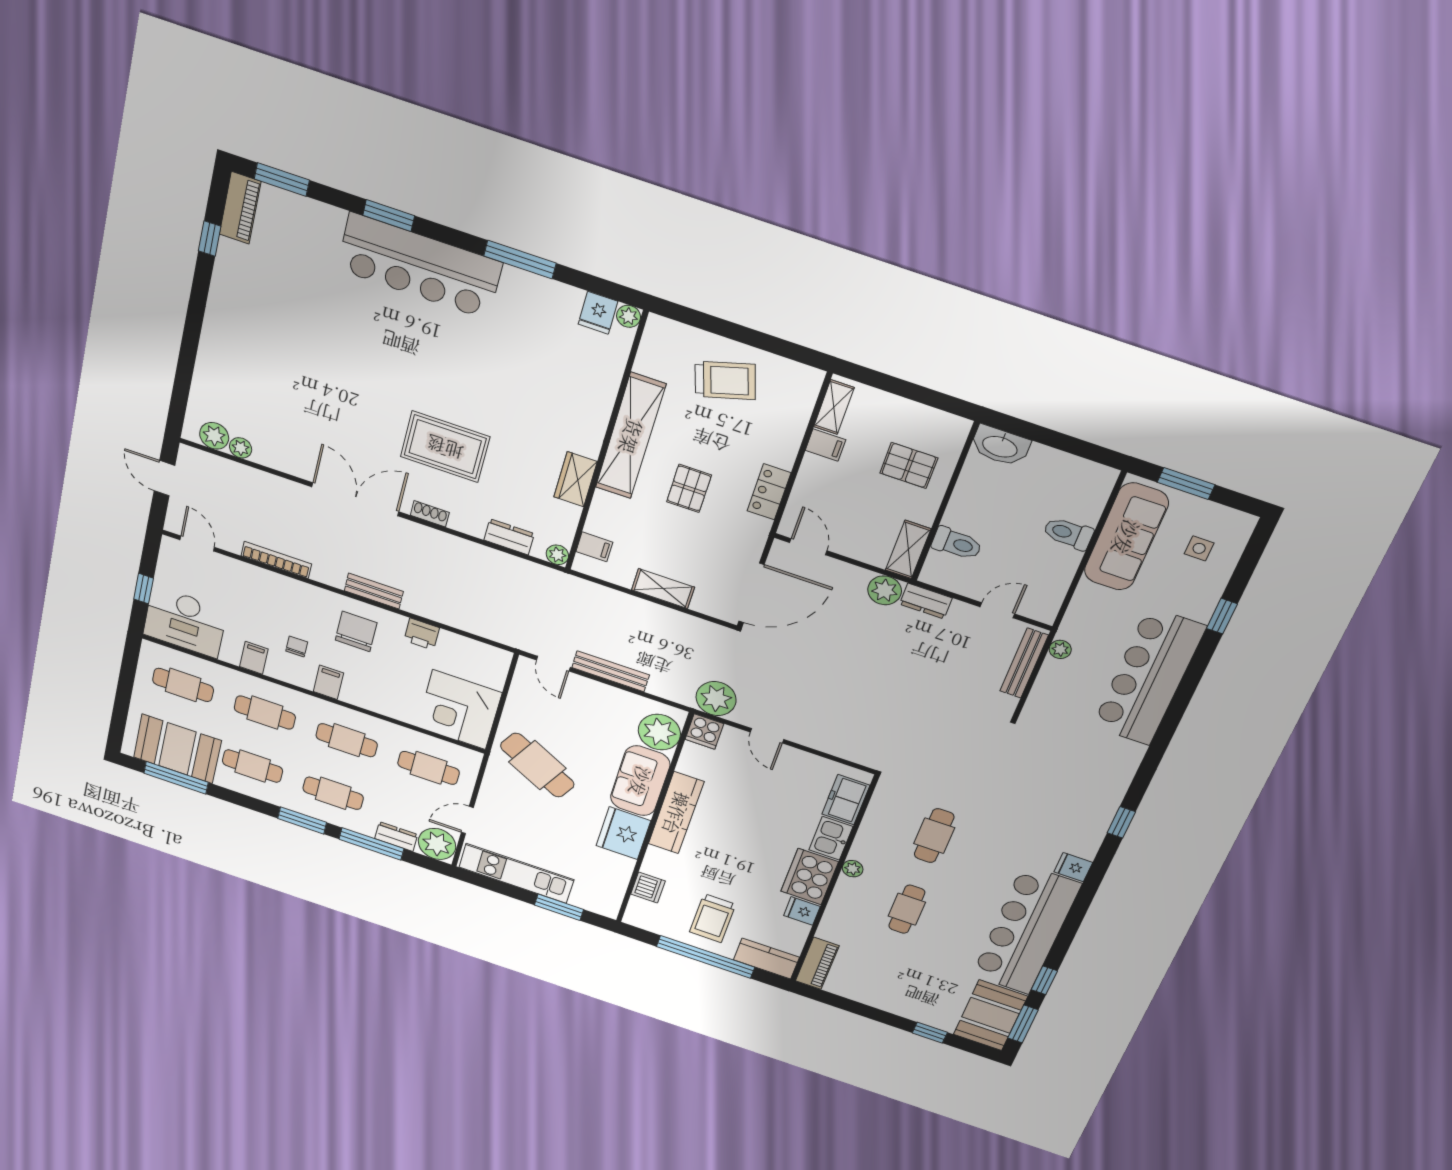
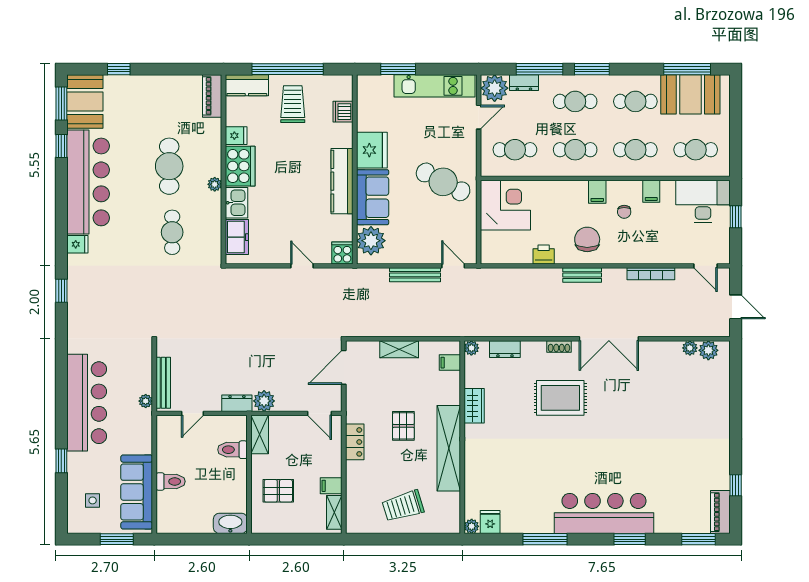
door: (751, 593) -> (344, 367), width x0.73
chair: (356, 631) -> (587, 239), turned 180
plant: (716, 699) -> (342, 281), removed
cafe table: (907, 909) -> (169, 166), width x1.37, depth x1.35

